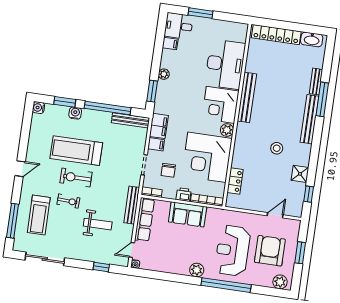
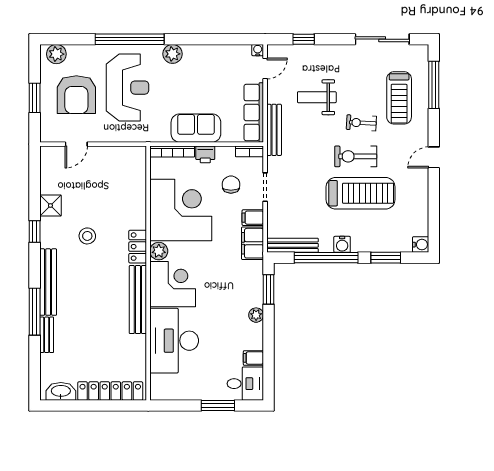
water cooler: (75, 113) -> (342, 244), moved
exercise bike: (76, 178) -> (356, 156), turned 180
locker: (235, 181) -> (138, 247), moved
window: (309, 194) -> (35, 231), moved
treadmill: (39, 215) -> (399, 98), turned 180

